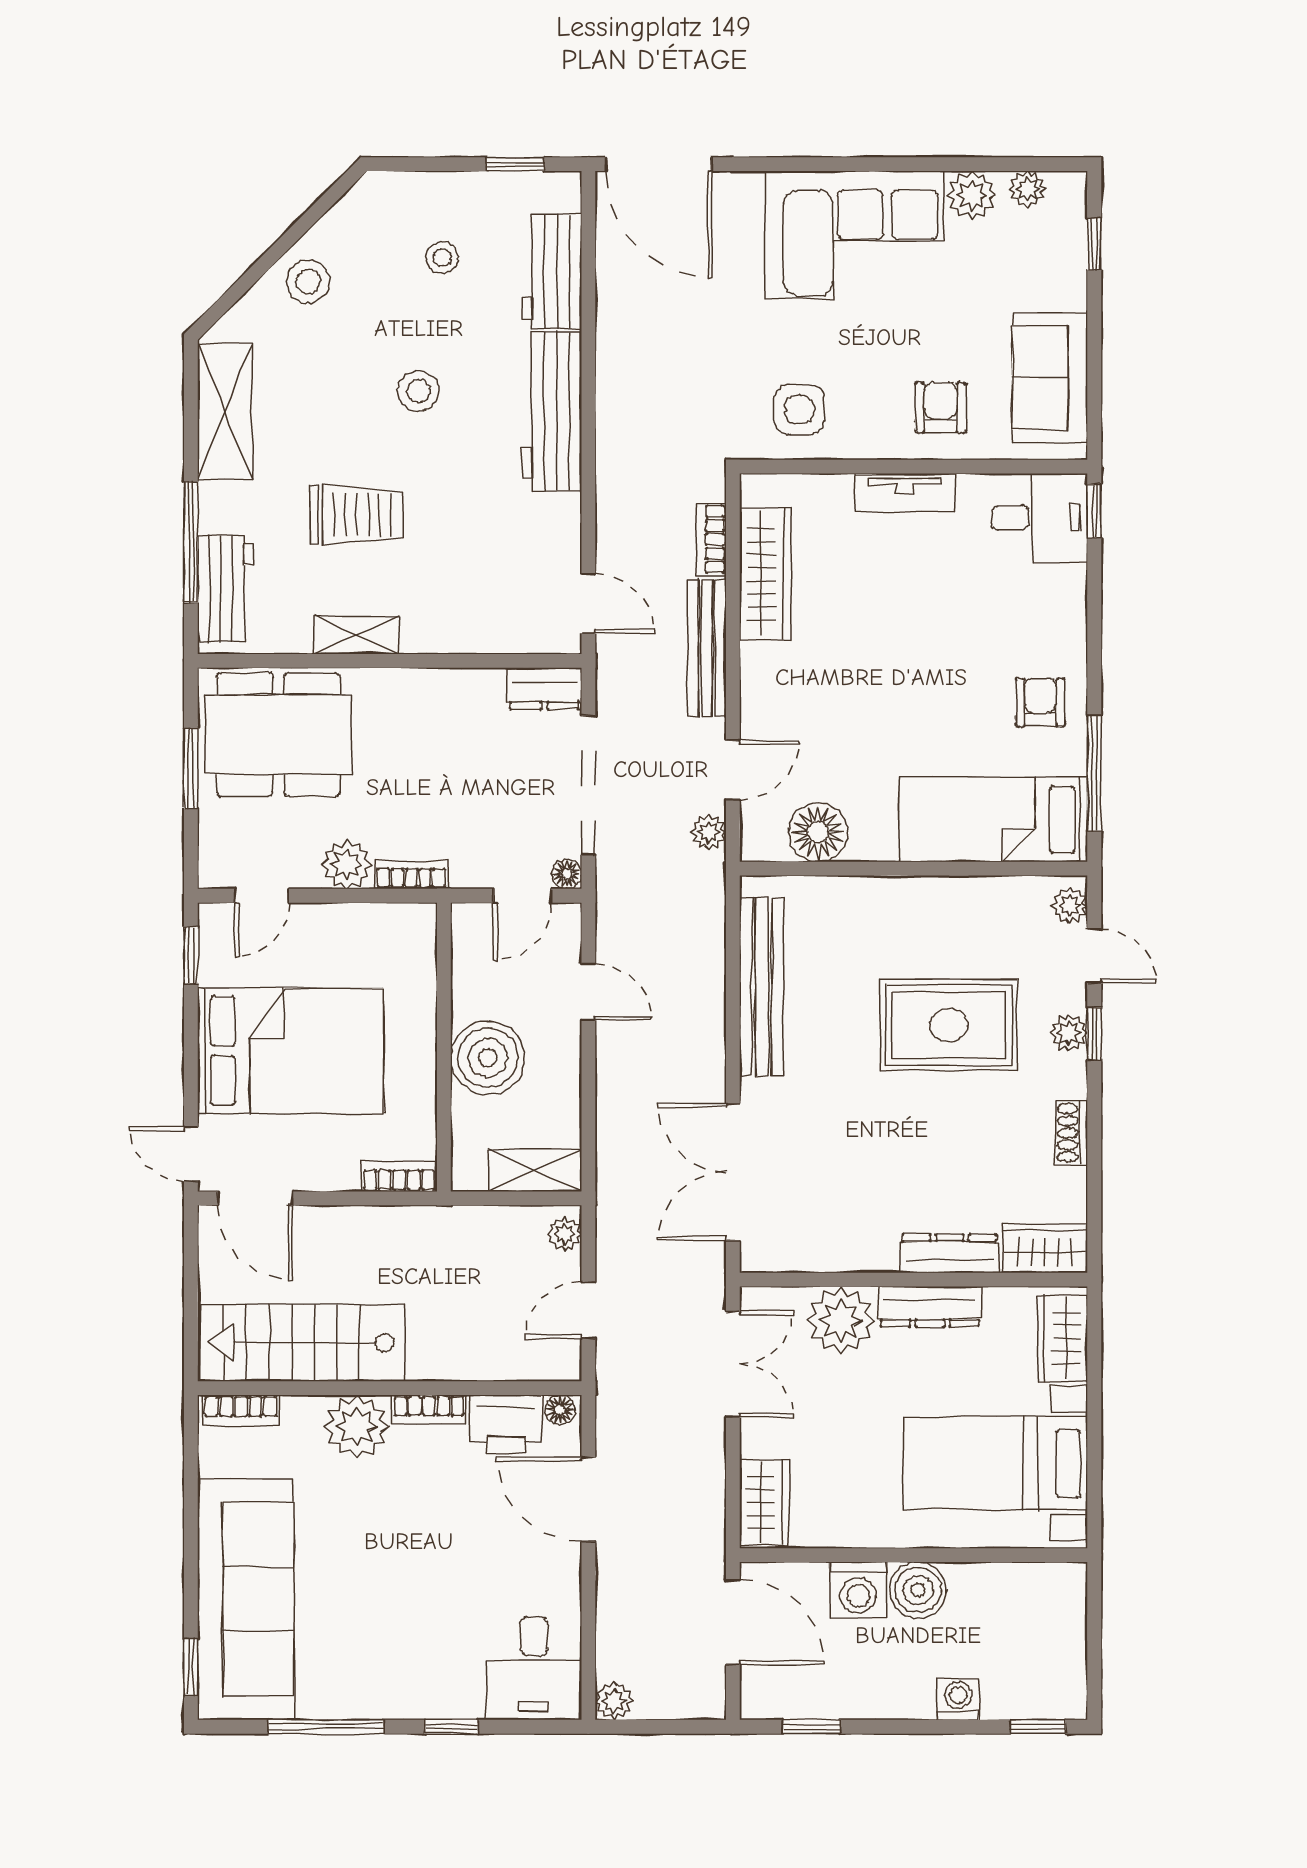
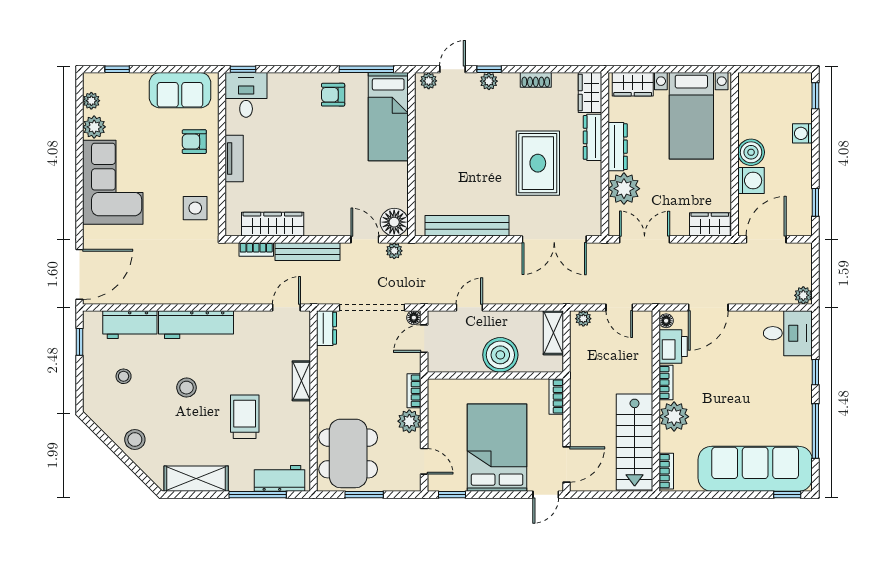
shelving: (356, 635) -> (301, 381), moved
floor lamp: (818, 832) -> (394, 222), moved
door: (522, 896) -> (424, 339), swing flipped
rug: (949, 1025) -> (538, 163), moved

